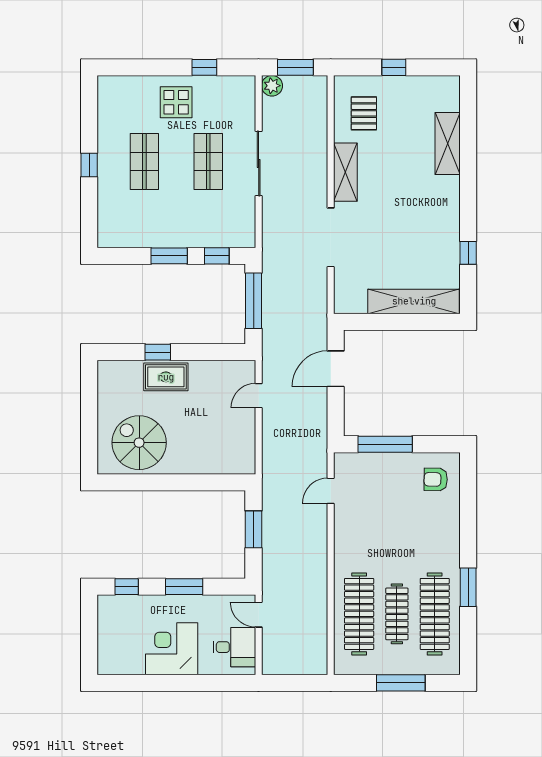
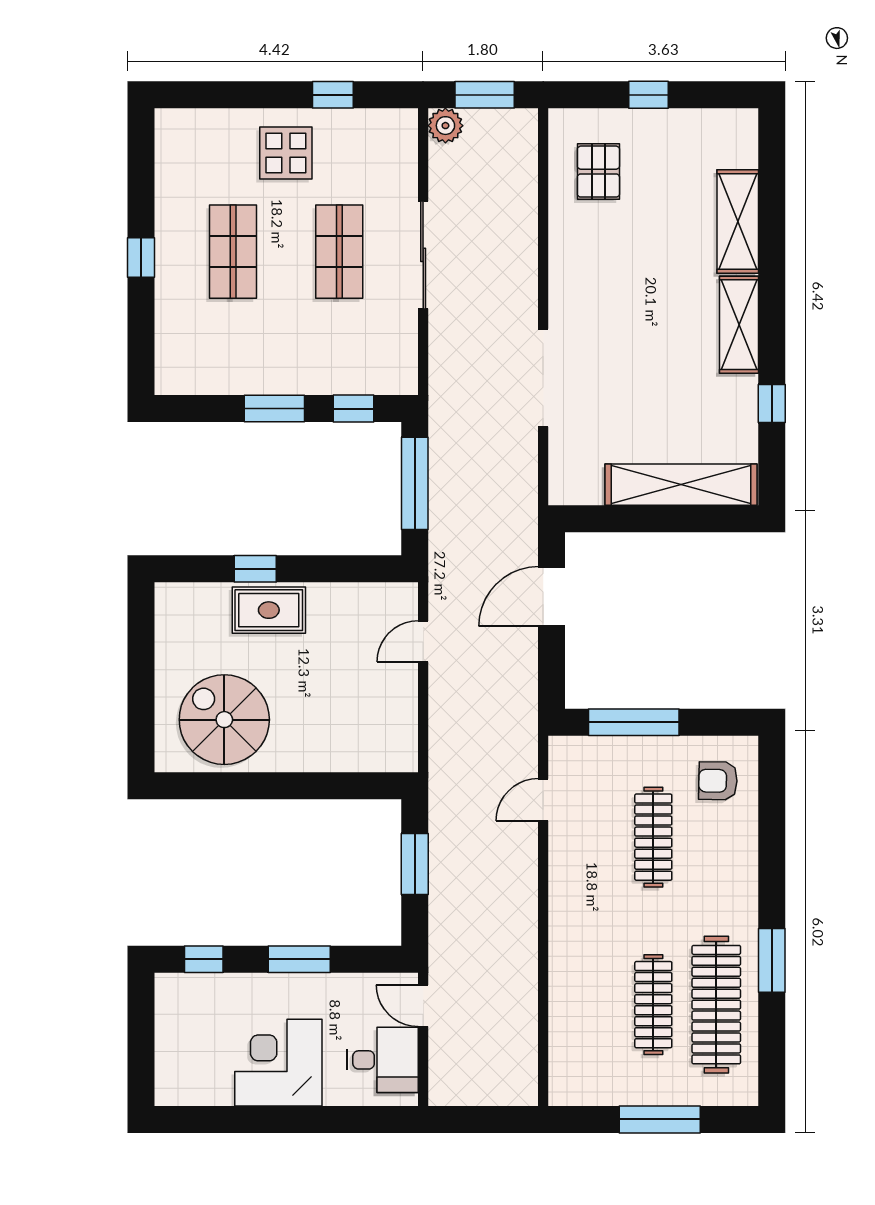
shelving: (345, 172) -> (739, 325), moved
clothes rail: (359, 614) -> (653, 837), moved, width x0.73, depth x0.76

